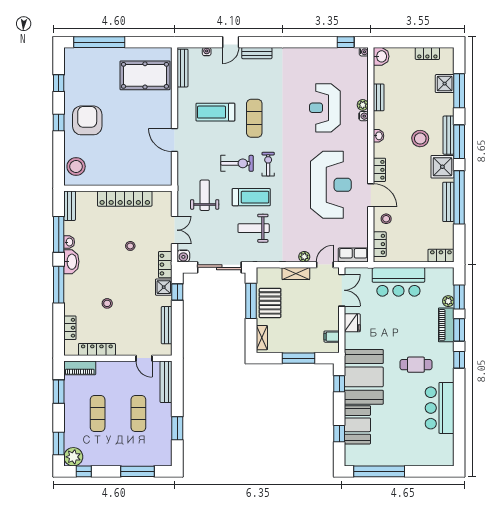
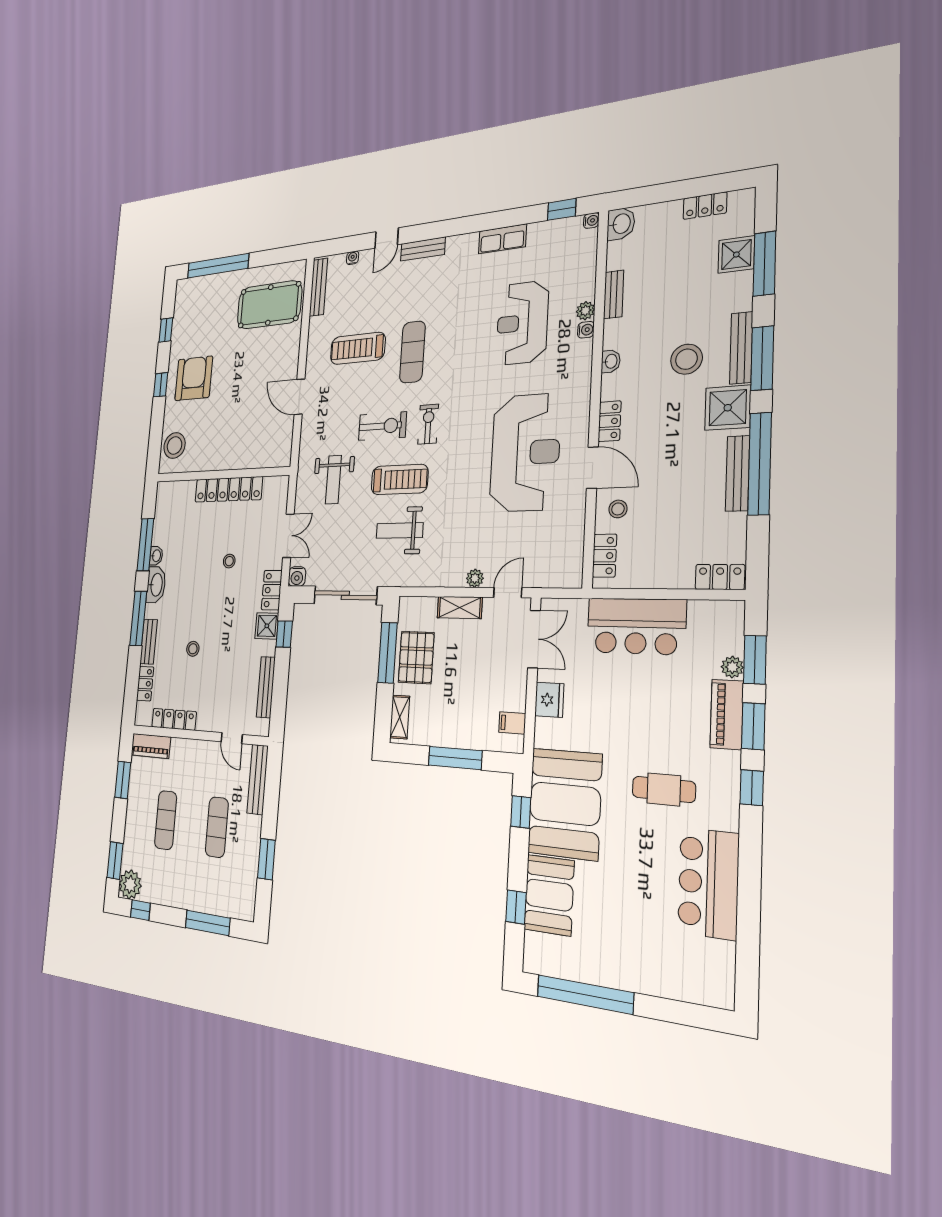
weight bench: (205, 195) -> (333, 480), turned 180
bench: (70, 206) -> (149, 642), moved
row of seats: (353, 255) -> (502, 239), moved, turned 180

